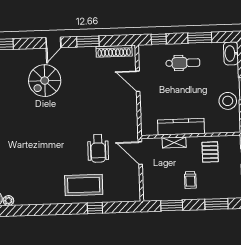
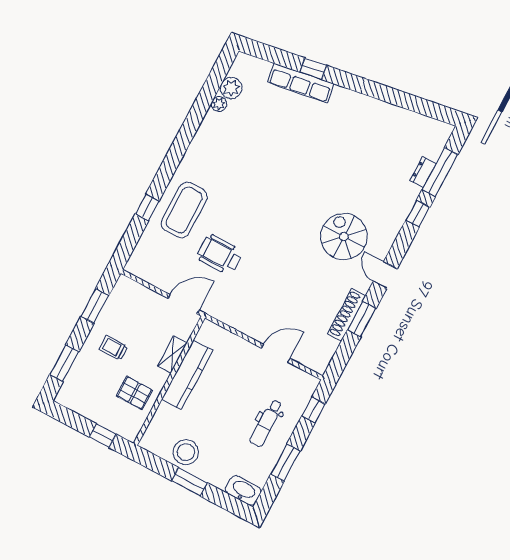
shoe rack: (114, 51) -> (347, 315), moved

